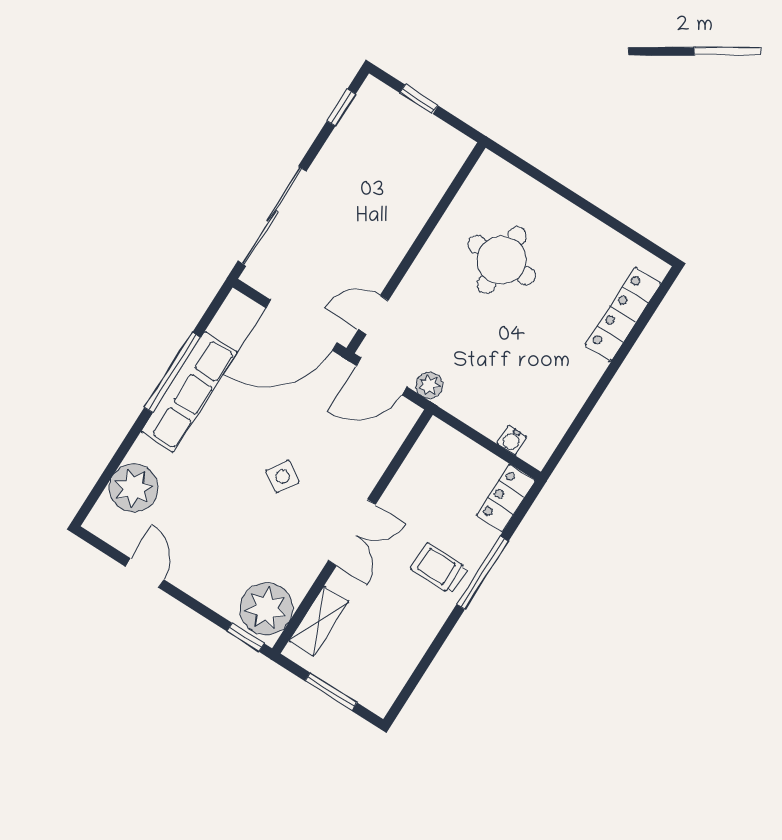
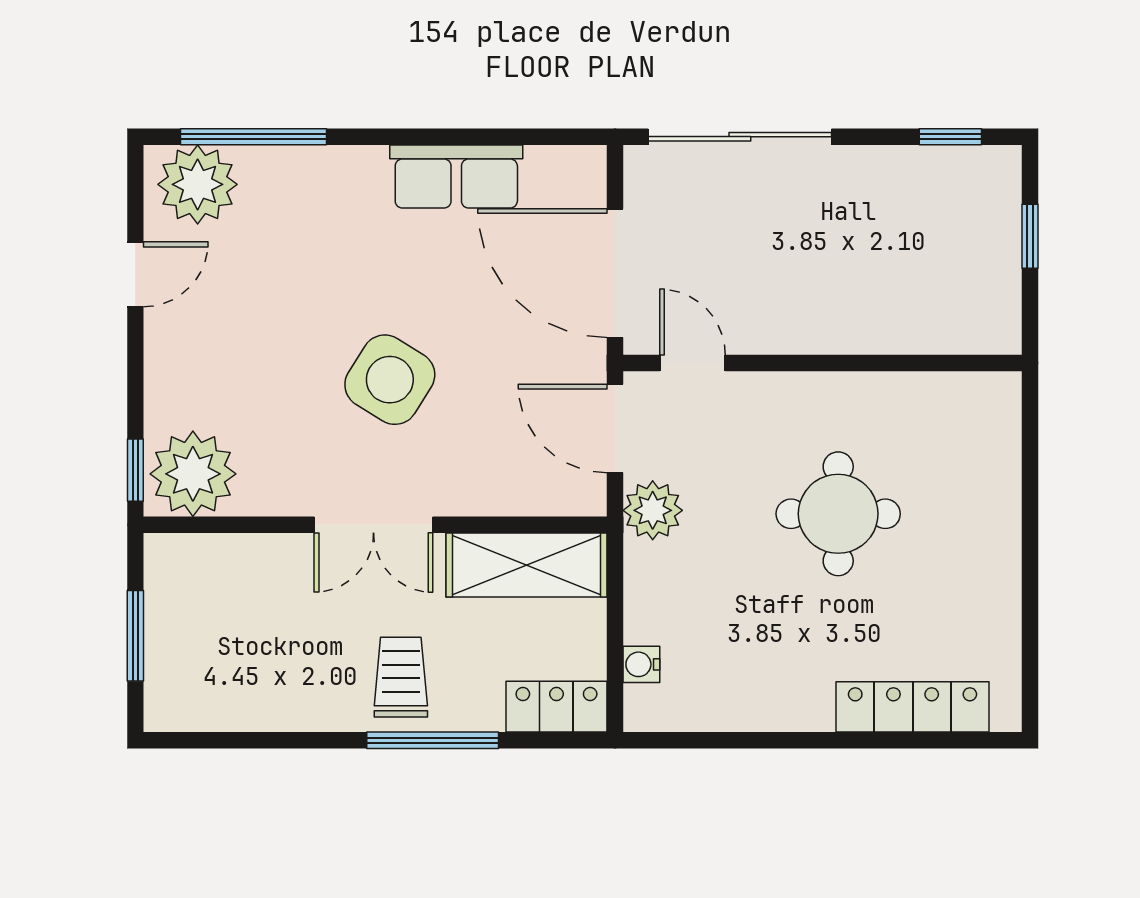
round table: (502, 260) -> (838, 514), moved
window: (173, 372) -> (253, 137), moved
plant: (429, 385) -> (653, 510), width x1.38, depth x1.38
row of seats: (189, 392) -> (456, 177), width x0.68
side table: (282, 476) -> (390, 380), width x1.87, depth x1.87
plant: (134, 488) -> (198, 184), moved
shelving: (319, 621) -> (526, 565), moved, width x1.50, depth x1.33

